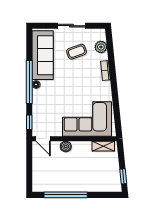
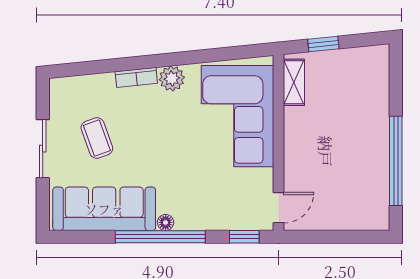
plant: (101, 47) -> (172, 78), moved
boiler: (66, 146) -> (295, 161), removed
window: (123, 176) -> (323, 44), moved

